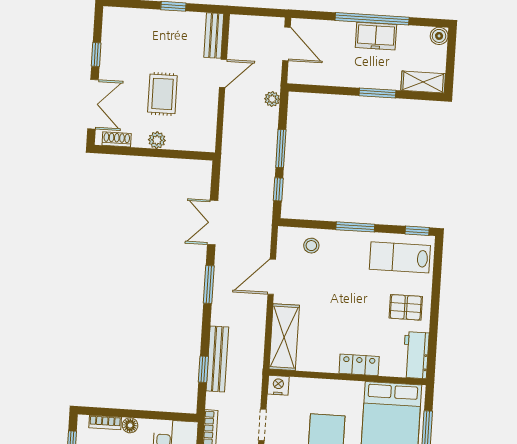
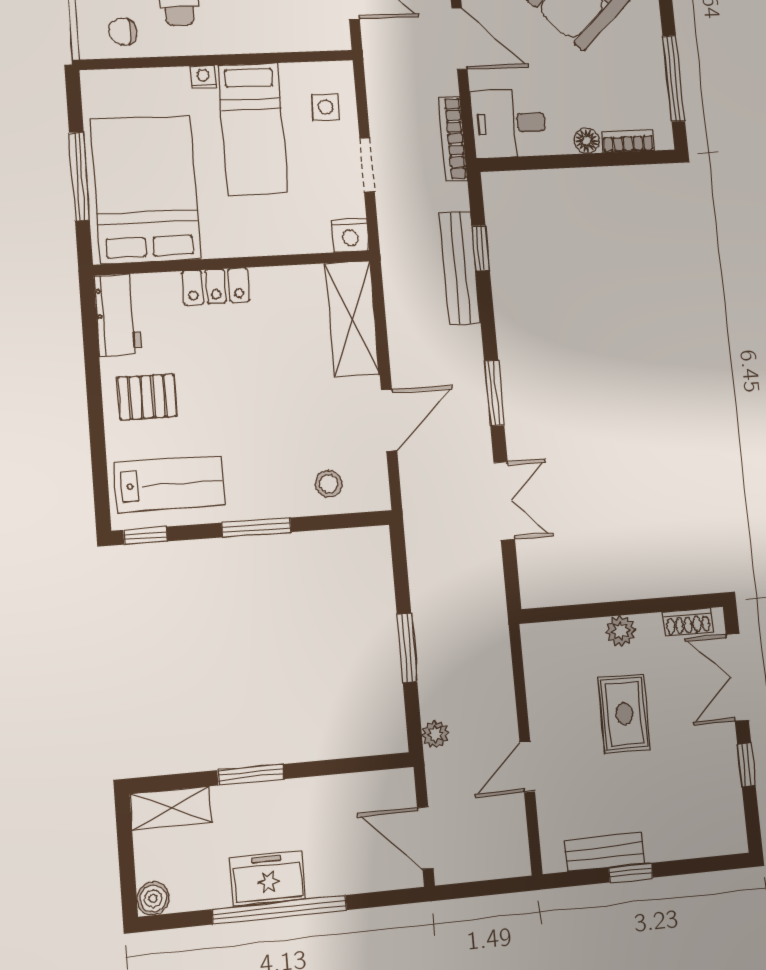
bench: (214, 35) -> (604, 852), moved, turned 90
window: (278, 189) -> (401, 575), removed

